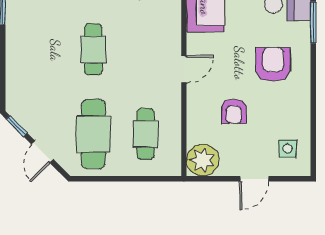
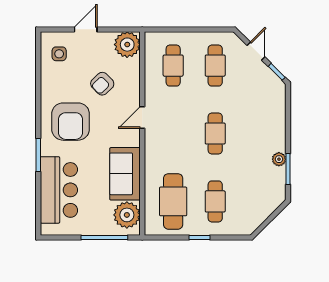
plant: (14, 18) -> (279, 159), added
armchair: (273, 64) -> (71, 122), width x1.36, depth x1.36
armchair: (234, 111) -> (102, 84), turned -134
cafe table: (93, 134) -> (215, 66), width x0.73, depth x0.74

